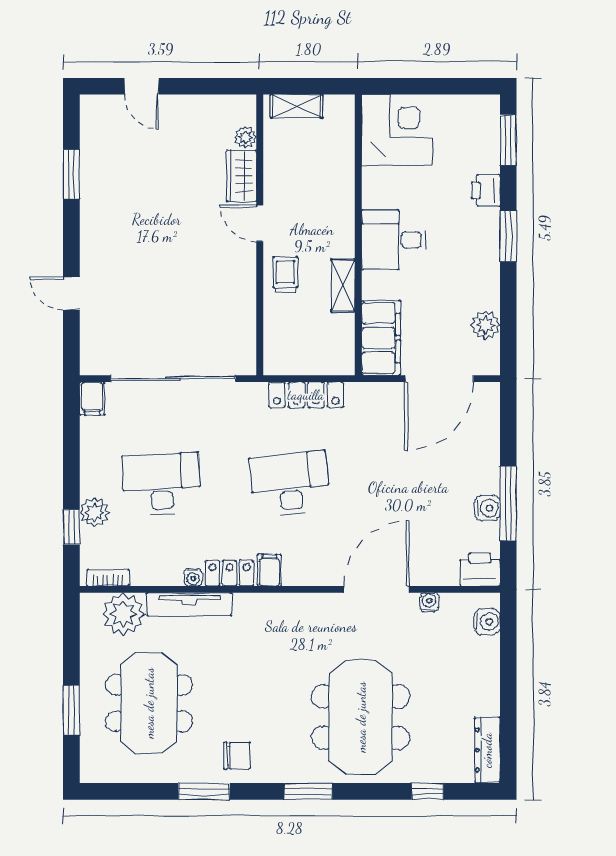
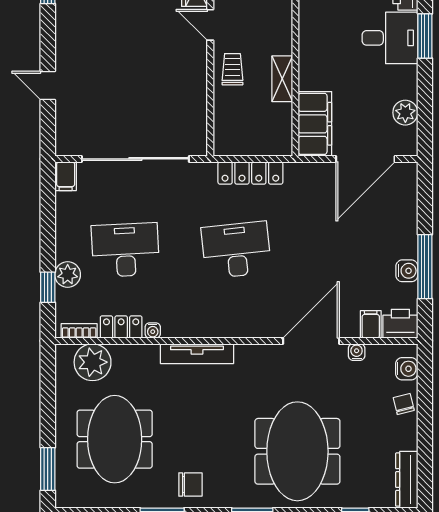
desk: (394, 240) -> (390, 38), moved, turned 180
filing cabinet: (269, 570) -> (371, 324), moved
locker: (230, 573) -> (121, 327), moved
tv unit: (189, 604) -> (197, 354), moved
chair: (484, 662) -> (404, 404), added
window: (71, 710) -> (48, 469), moved

